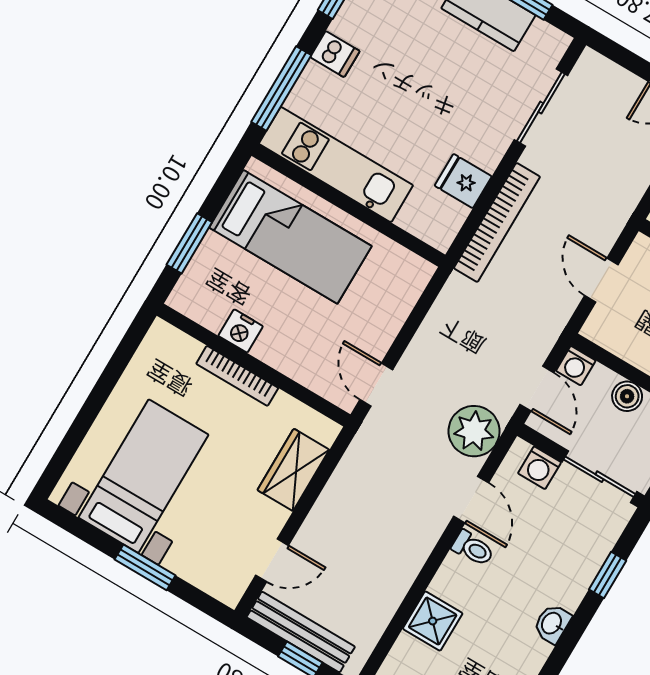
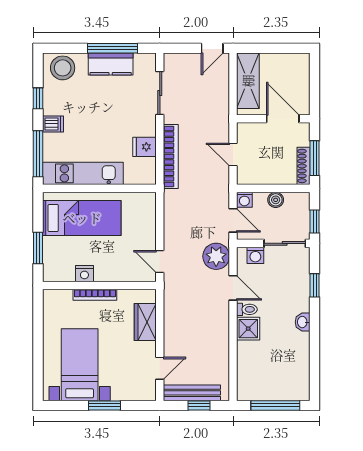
shower: (433, 621) -> (248, 329), moved

